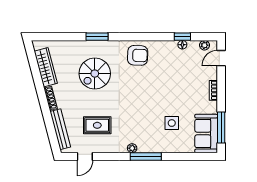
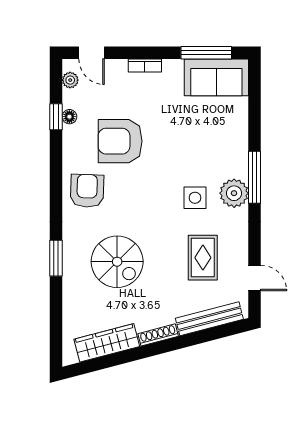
armchair: (168, 75) -> (120, 141), added
side table: (172, 123) -> (195, 198), moved
plant: (132, 148) -> (234, 193), width x1.87, depth x1.87

